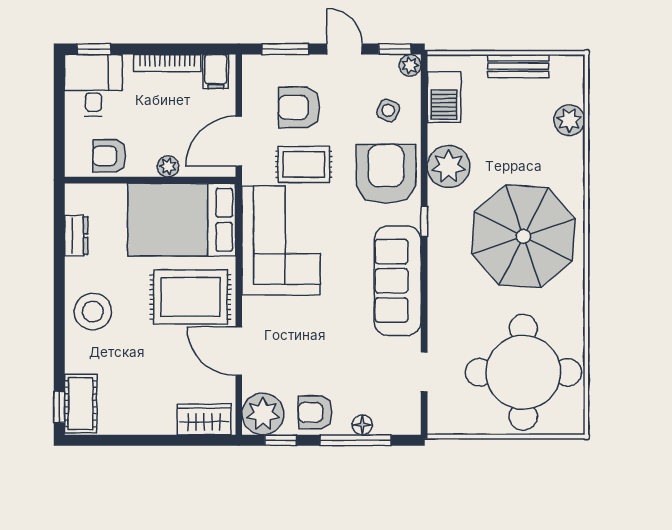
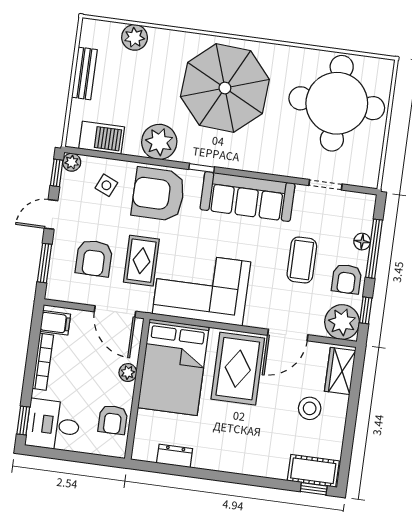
stool: (93, 312) -> (310, 408), moved, width x0.73, depth x0.73
coffee table: (331, 356) -> (302, 260), added

